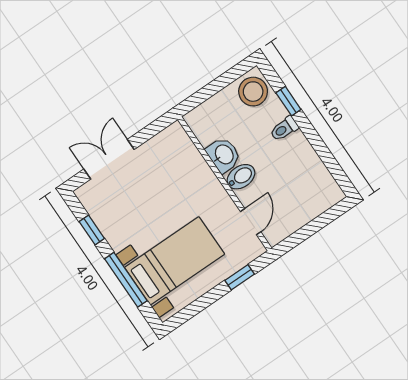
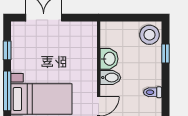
toilet: (284, 129) -> (153, 92), moved

